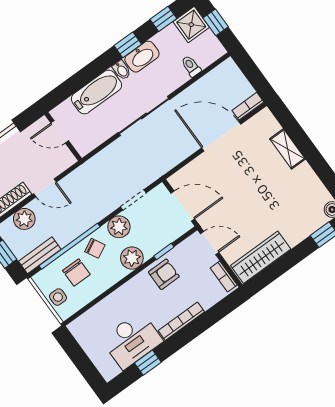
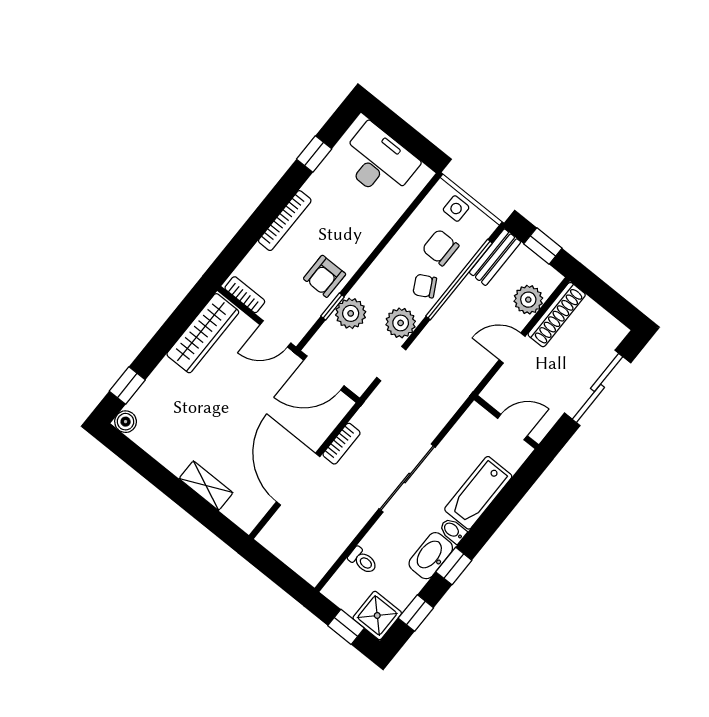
bookcase: (248, 106) -> (341, 444), moved
door: (221, 136) -> (298, 479), swing flipped
plant: (132, 258) -> (351, 313), moved
desk: (132, 340) -> (378, 162), moved, turned 90

